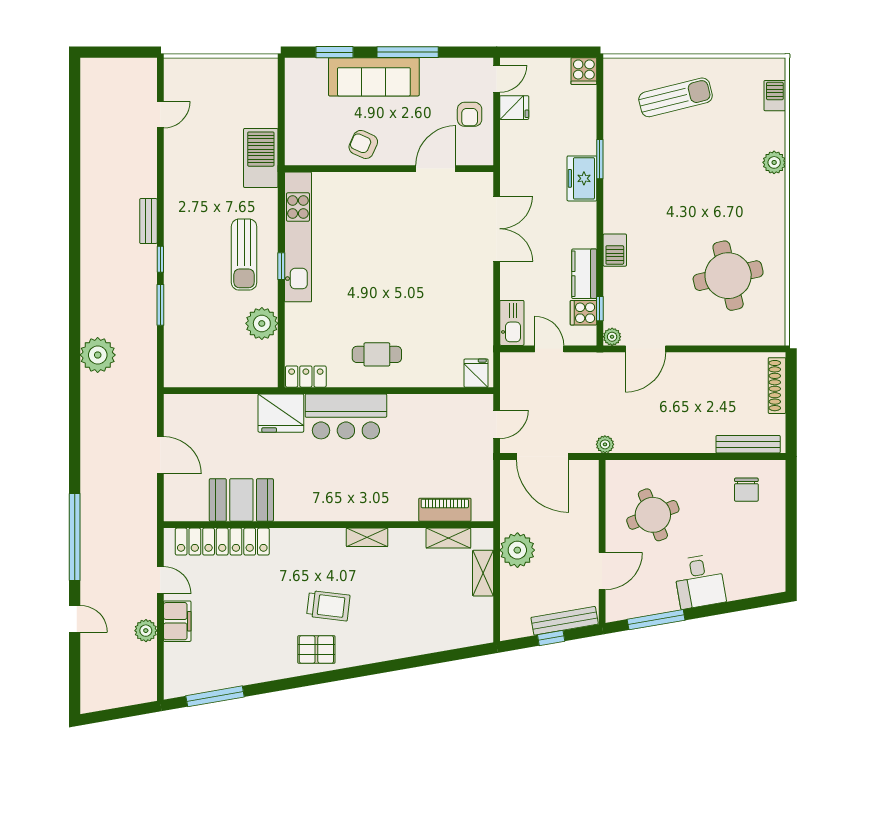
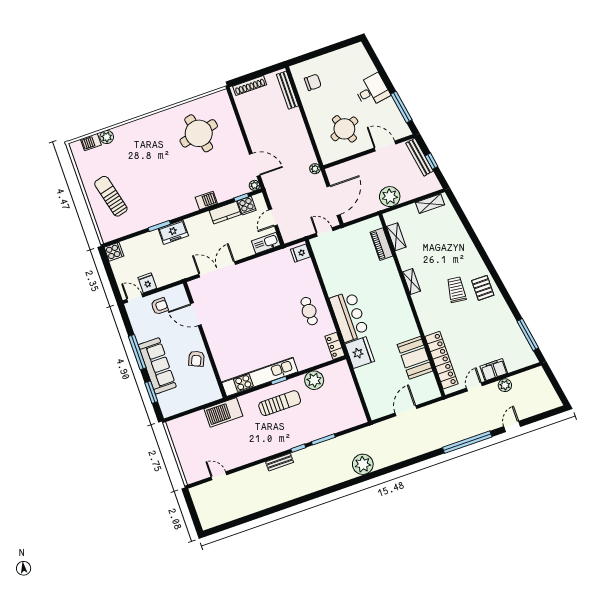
plant: (774, 162) -> (107, 137), moved
shelving: (483, 573) -> (430, 204), moved

